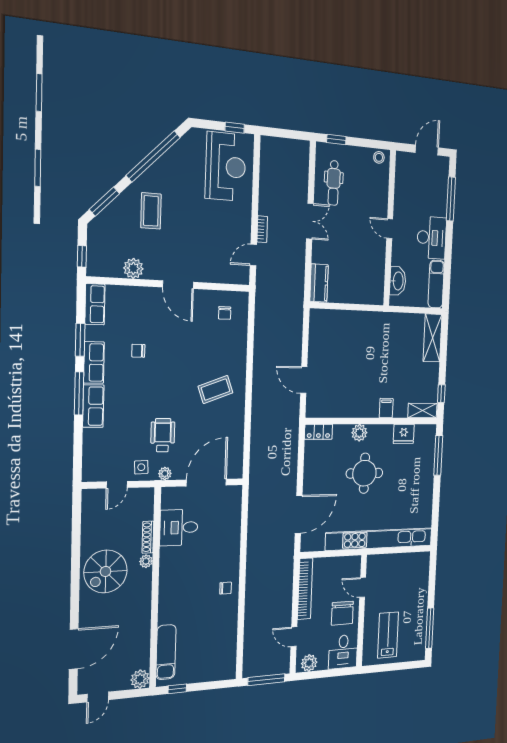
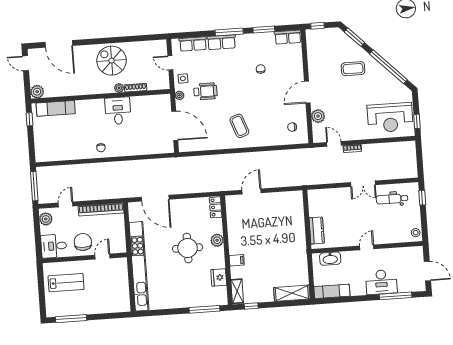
desk: (432, 238) -> (381, 282), moved
plant: (133, 268) -> (318, 116), moved
kitchen counter: (319, 283) -> (317, 230), moved, turned -90
row of seats: (94, 362) -> (193, 44), moved
desk: (179, 527) -> (118, 111), moved
chair: (342, 613) -> (83, 242), turned 90

